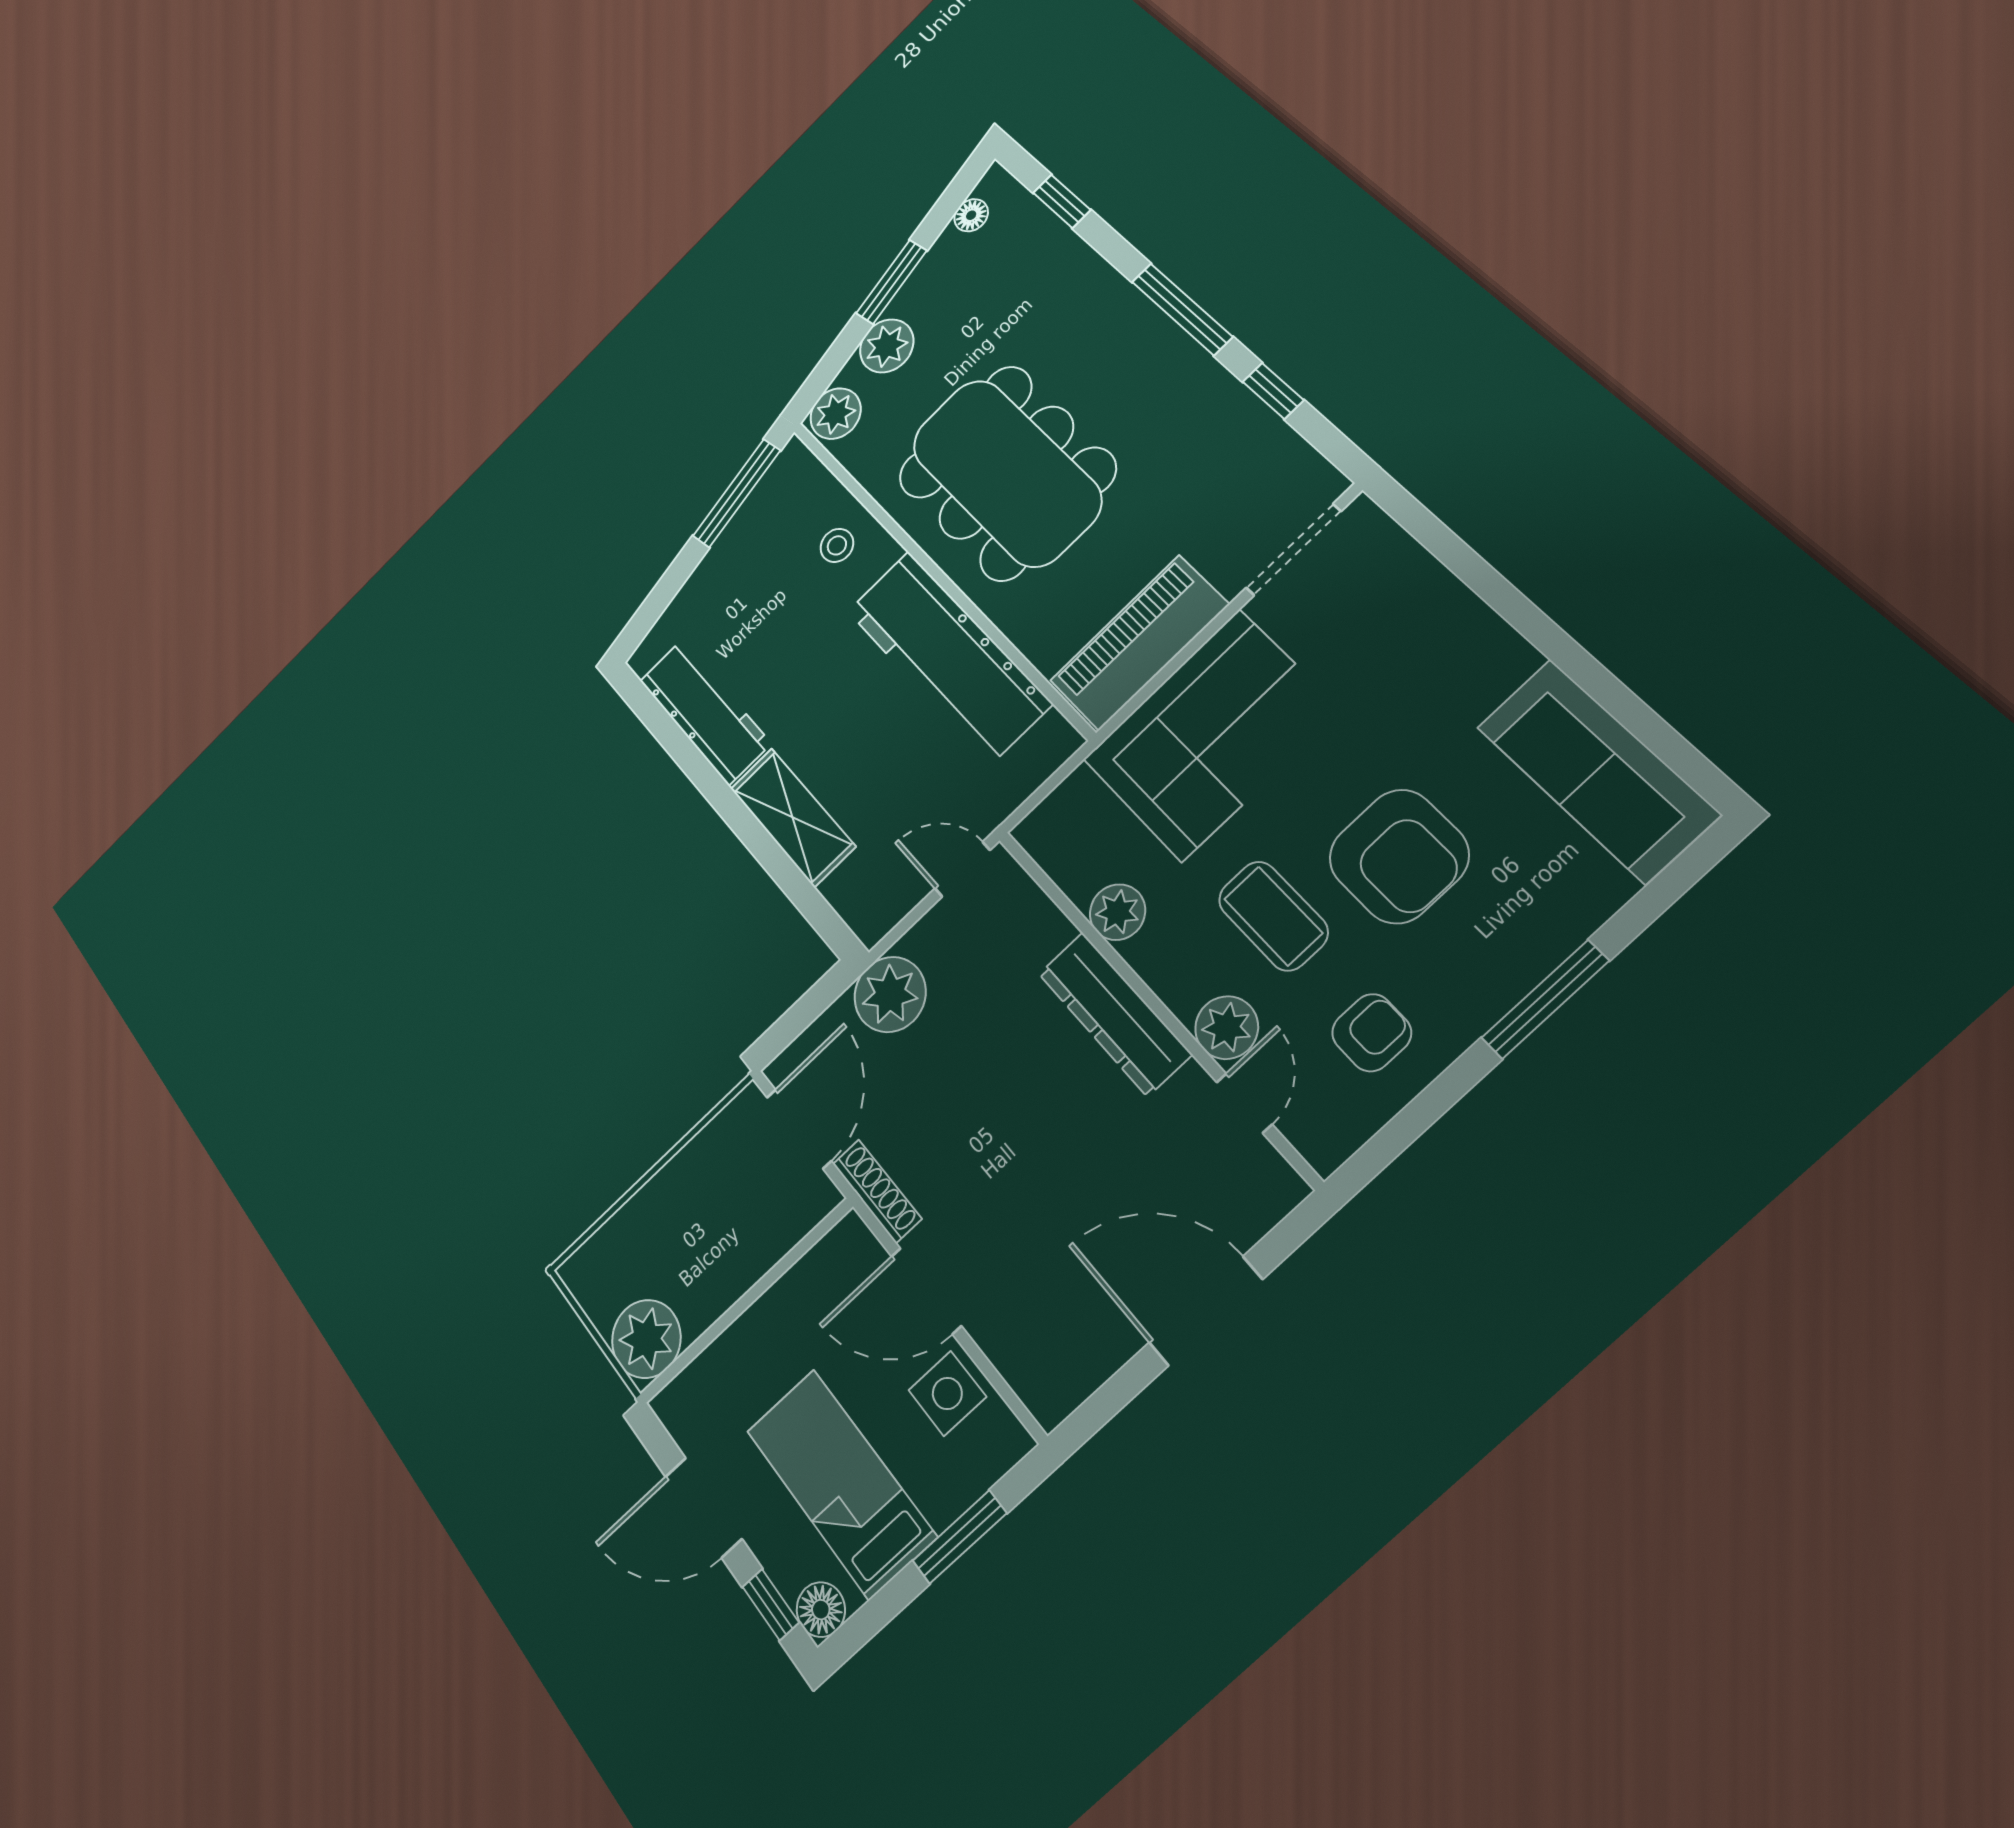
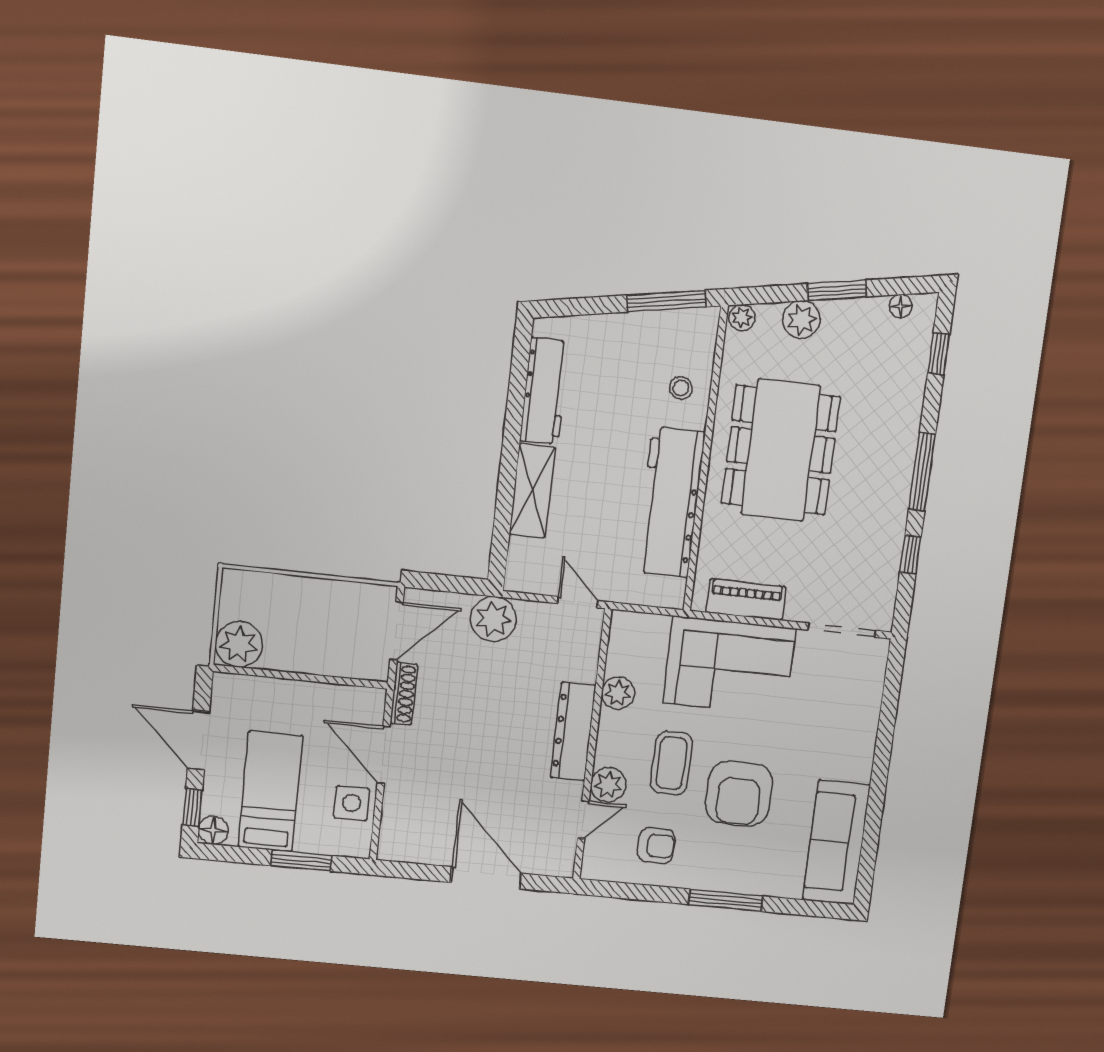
plant: (836, 414) -> (742, 318), width x0.73, depth x0.73
piano: (1139, 643) -> (746, 600), width x0.73, depth x0.75

